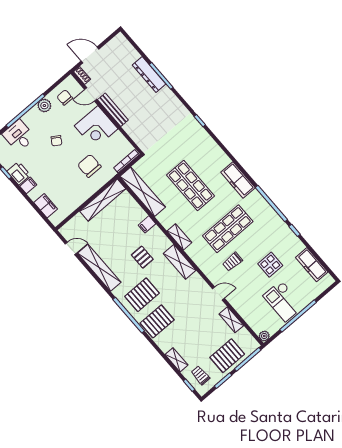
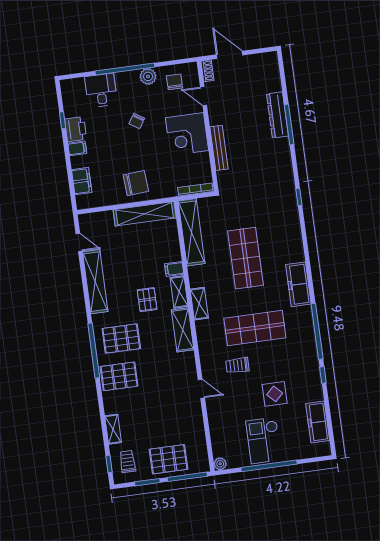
bench: (113, 110) -> (219, 148), moved
chair: (89, 166) -> (136, 183), moved, turned 86
shelving: (231, 320) -> (179, 292), moved

